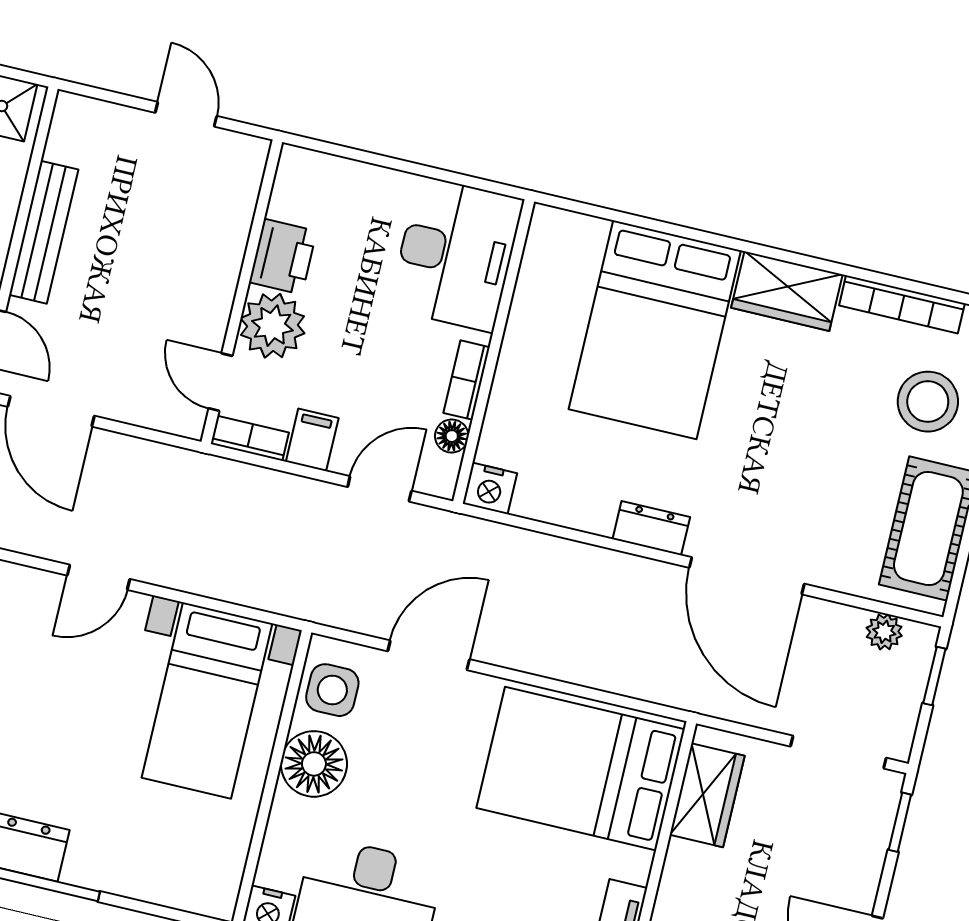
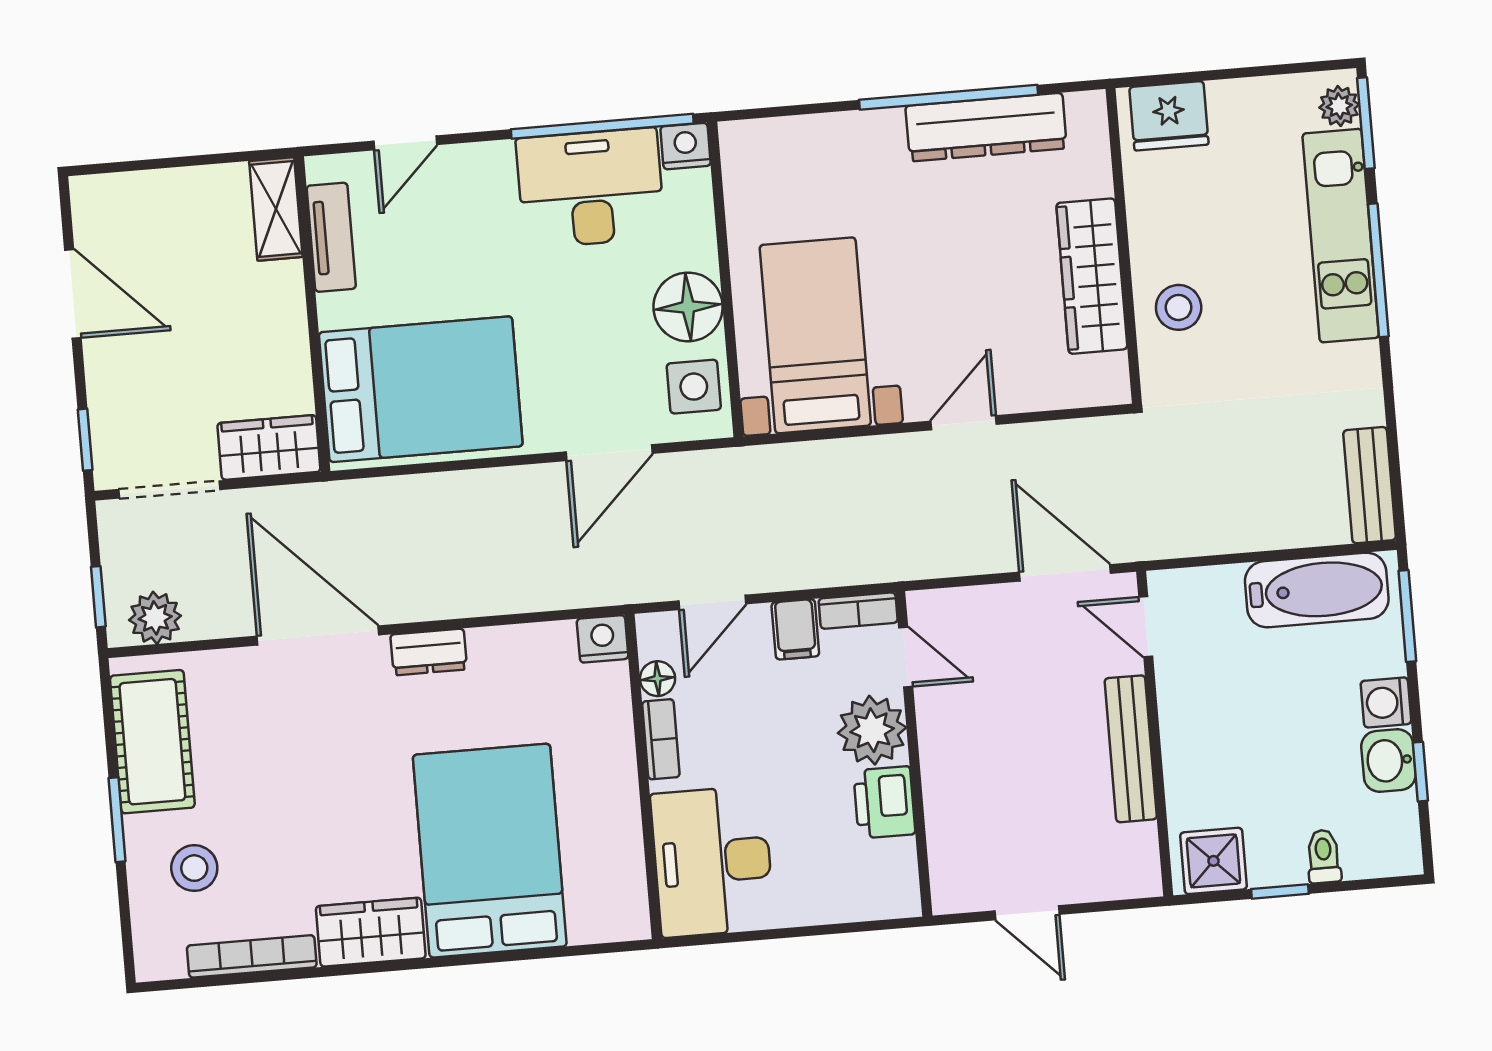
stool: (928, 402) -> (194, 868), width x0.73, depth x0.73
plant: (884, 632) -> (155, 618), width x1.38, depth x1.38
wardrobe: (707, 795) -> (269, 447), moved, turned 90

